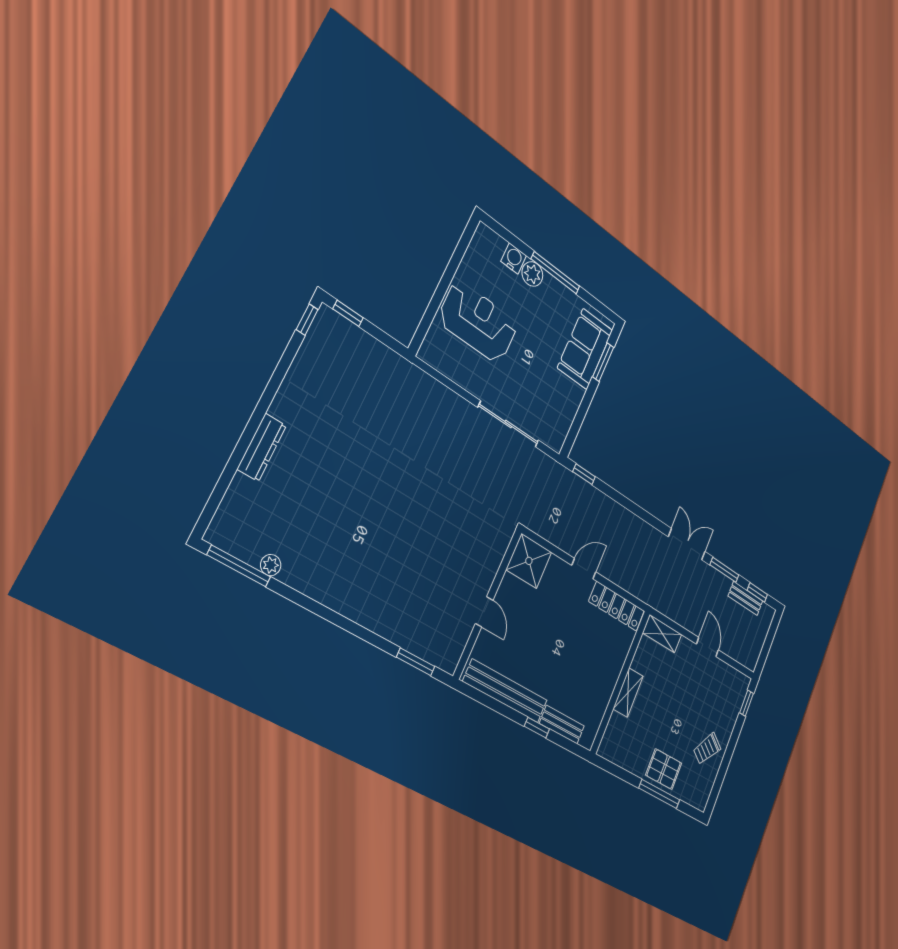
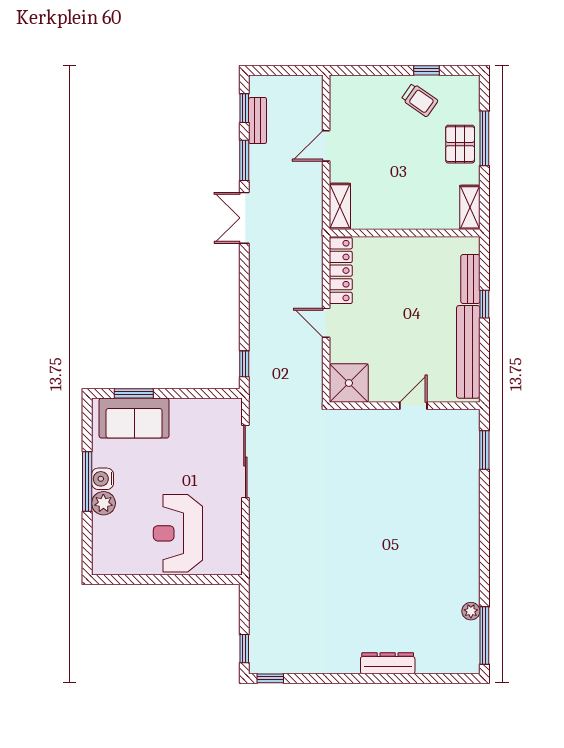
water cooler: (514, 259) -> (103, 479), moved
shelving: (628, 692) -> (470, 207), moved, turned 90
window: (747, 703) -> (427, 70), moved

